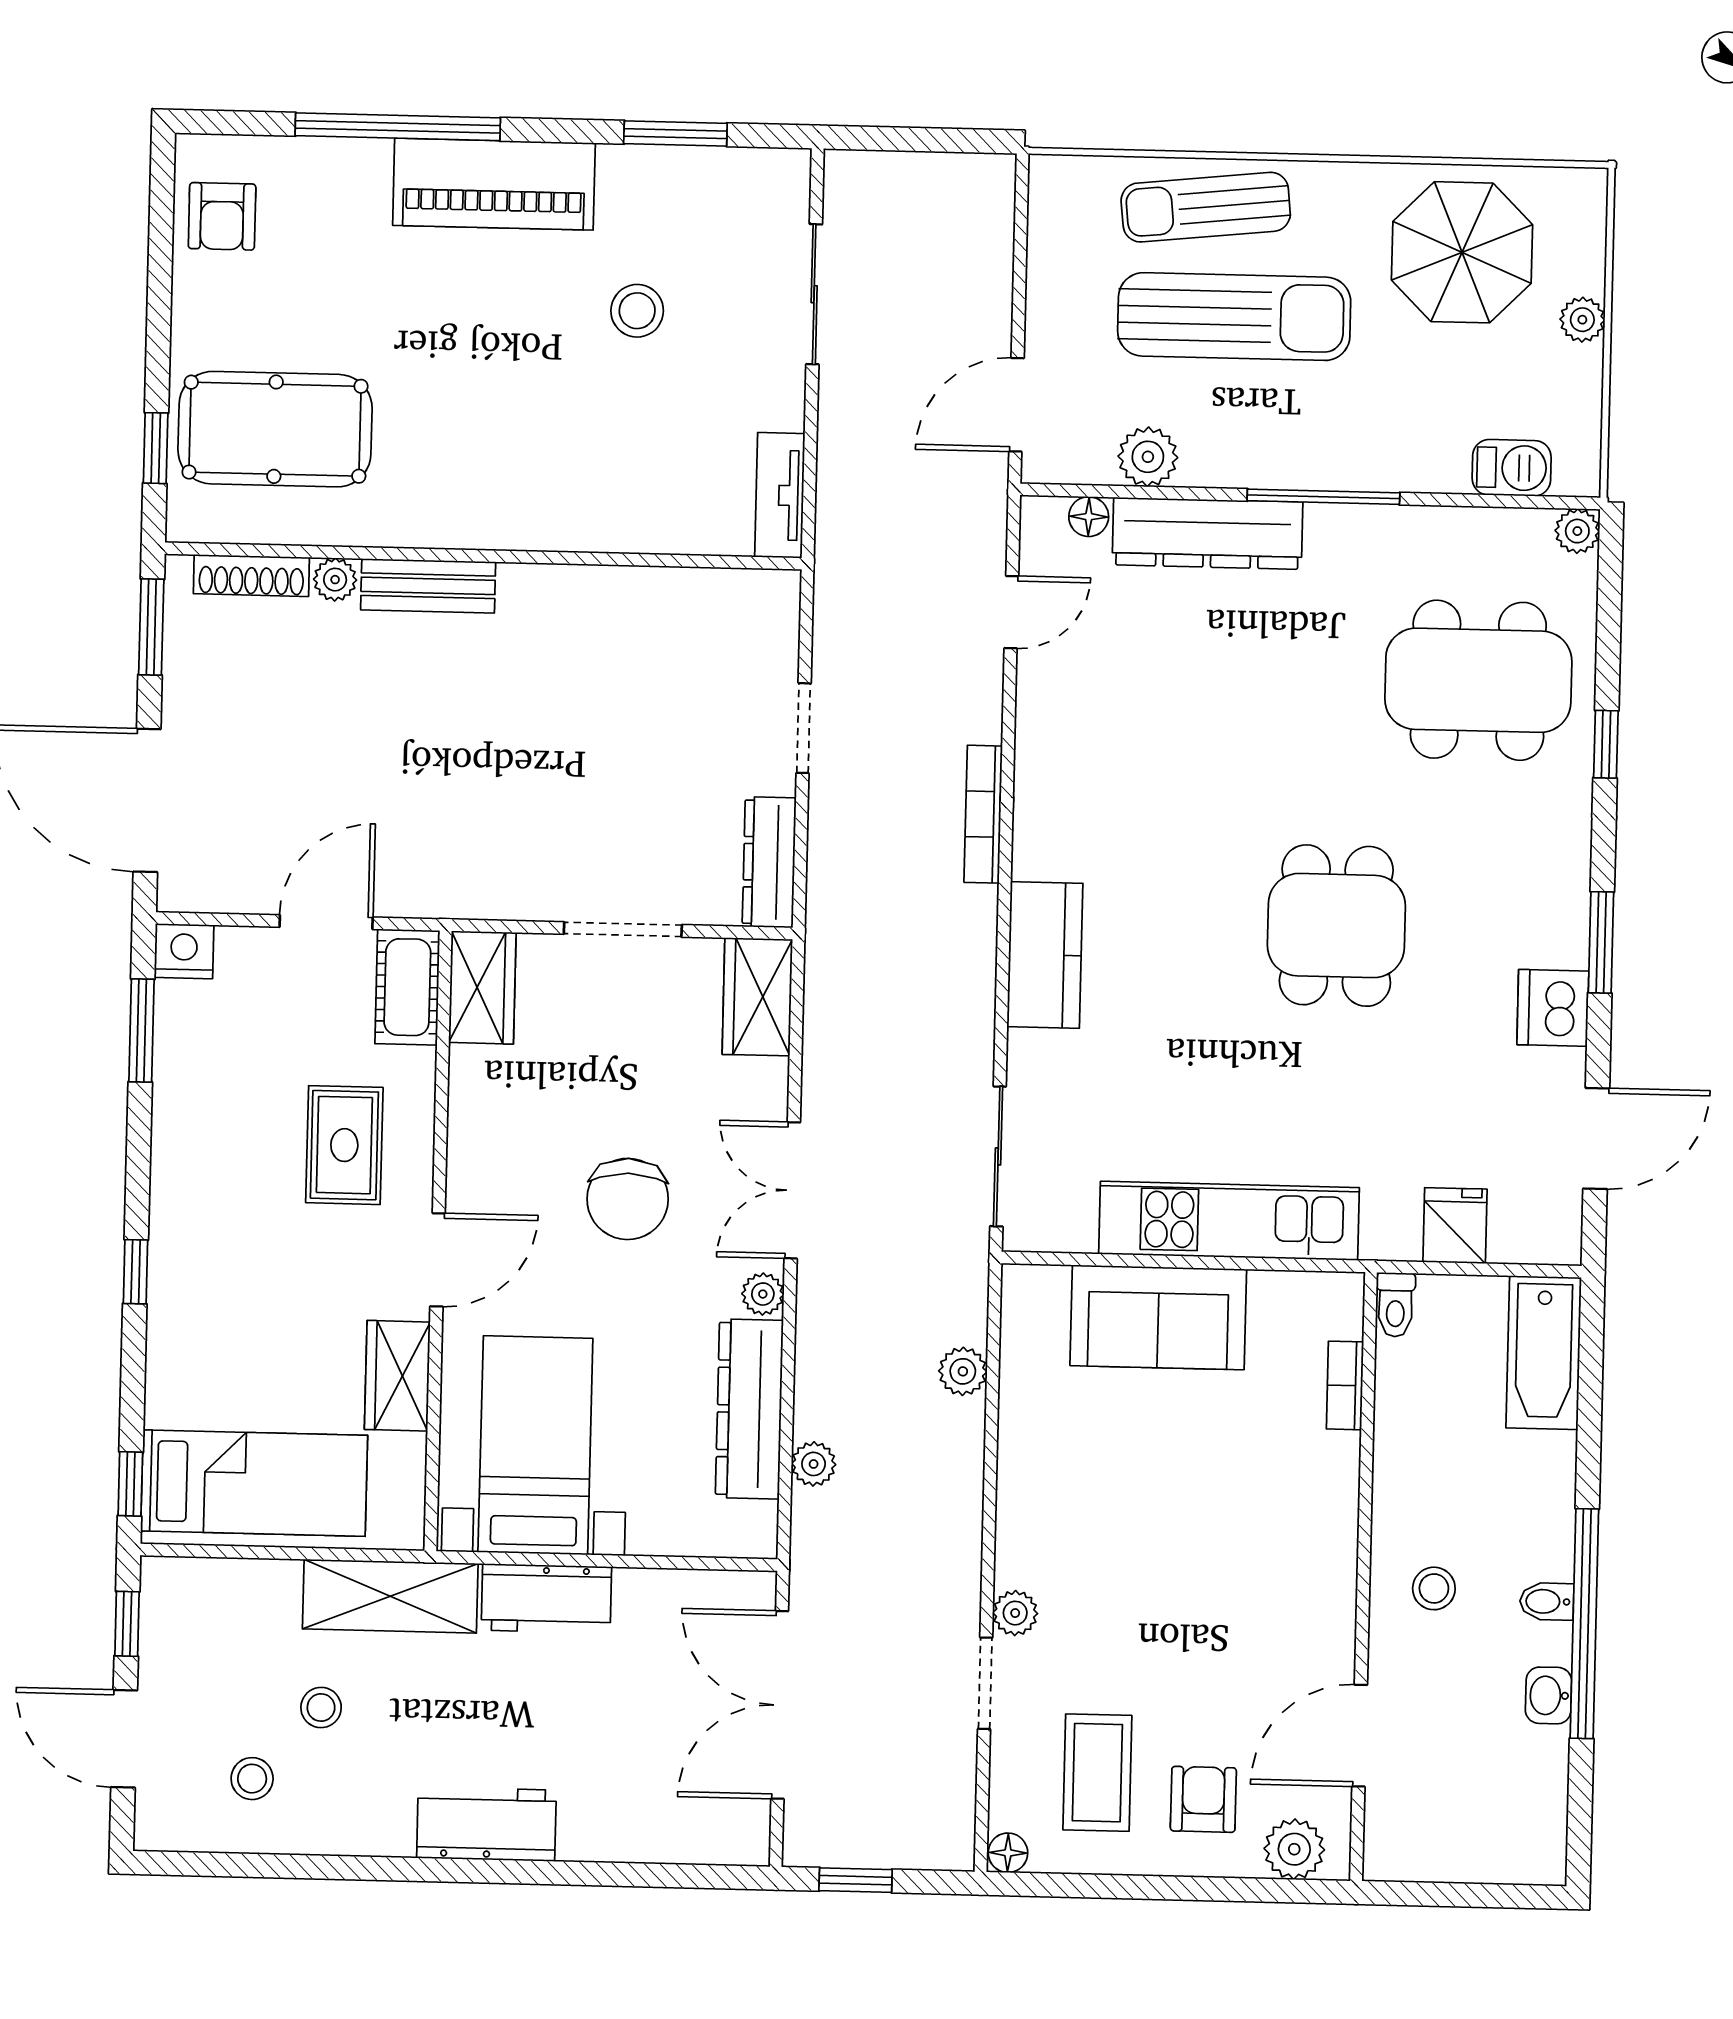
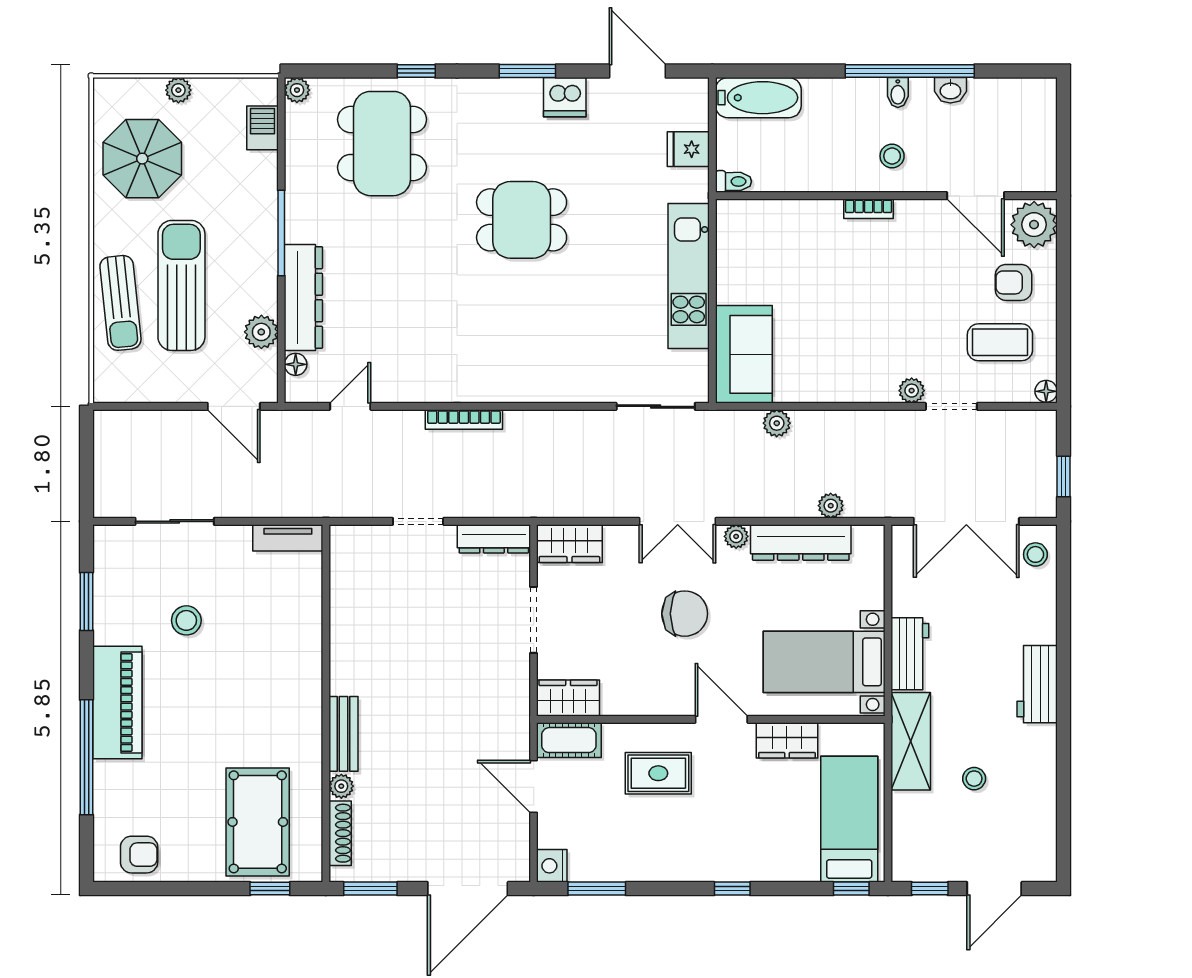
door: (1011, 612) -> (350, 406), hinge flipped
kitchen counter: (1045, 955) -> (542, 383), removed
sofa: (1158, 1317) -> (744, 354), moved
bookcase: (1345, 1385) -> (869, 209), moved
stool: (252, 1779) -> (1035, 554), moved
plant: (1294, 1849) -> (1034, 225), width x1.36, depth x1.36

